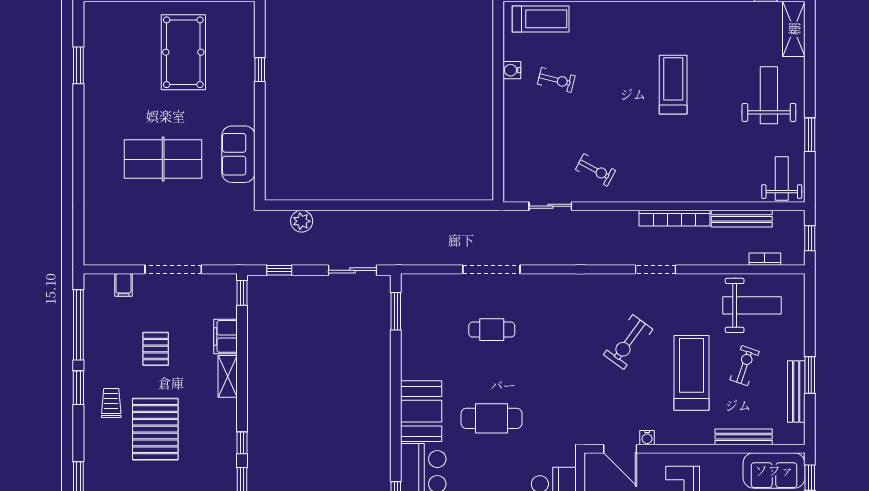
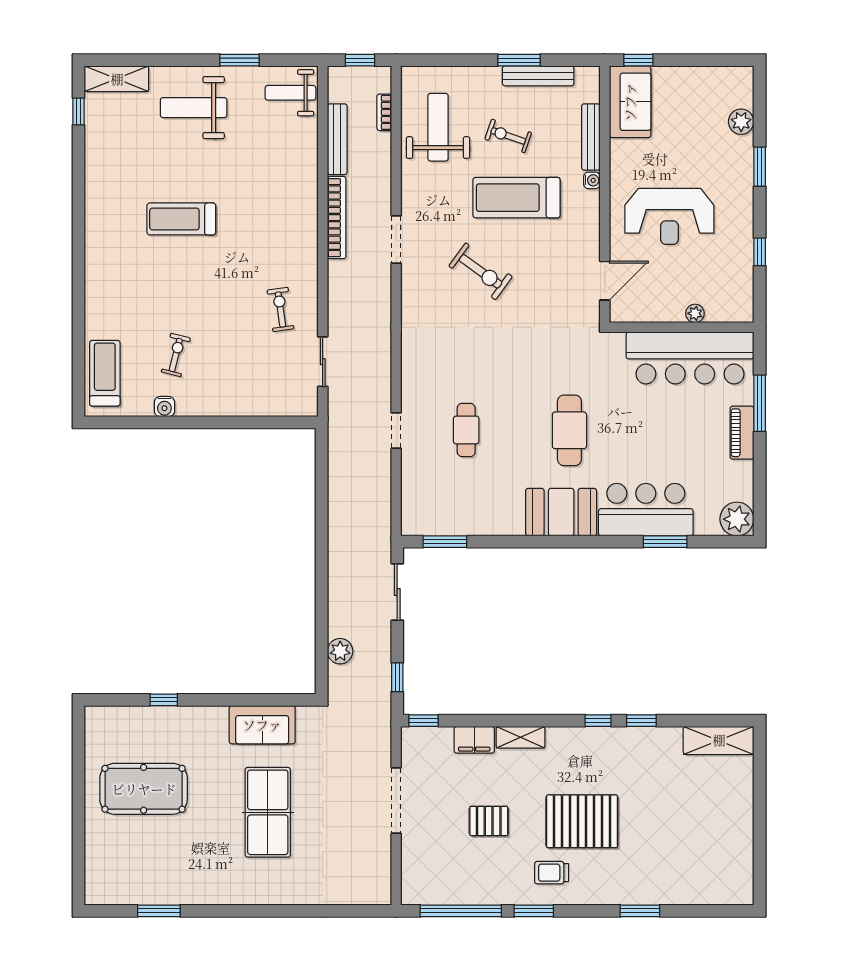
exercise bike: (595, 170) -> (280, 309), turned -36
doorway: (491, 269) -> (396, 430), width x0.53
filing cabinet: (124, 285) -> (414, 858), removed
water cooler: (647, 438) -> (592, 180), moved

